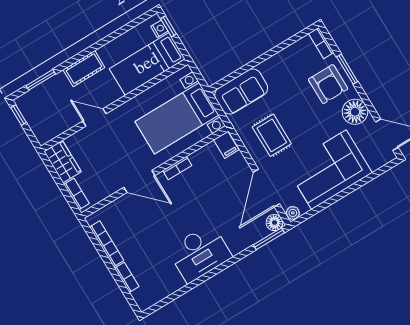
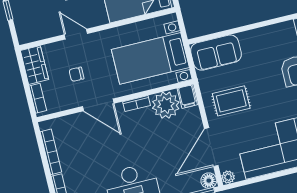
rug: (272, 135) -> (231, 101), turned 90
chair: (108, 158) -> (76, 74), added
plant: (207, 160) -> (166, 105), added

